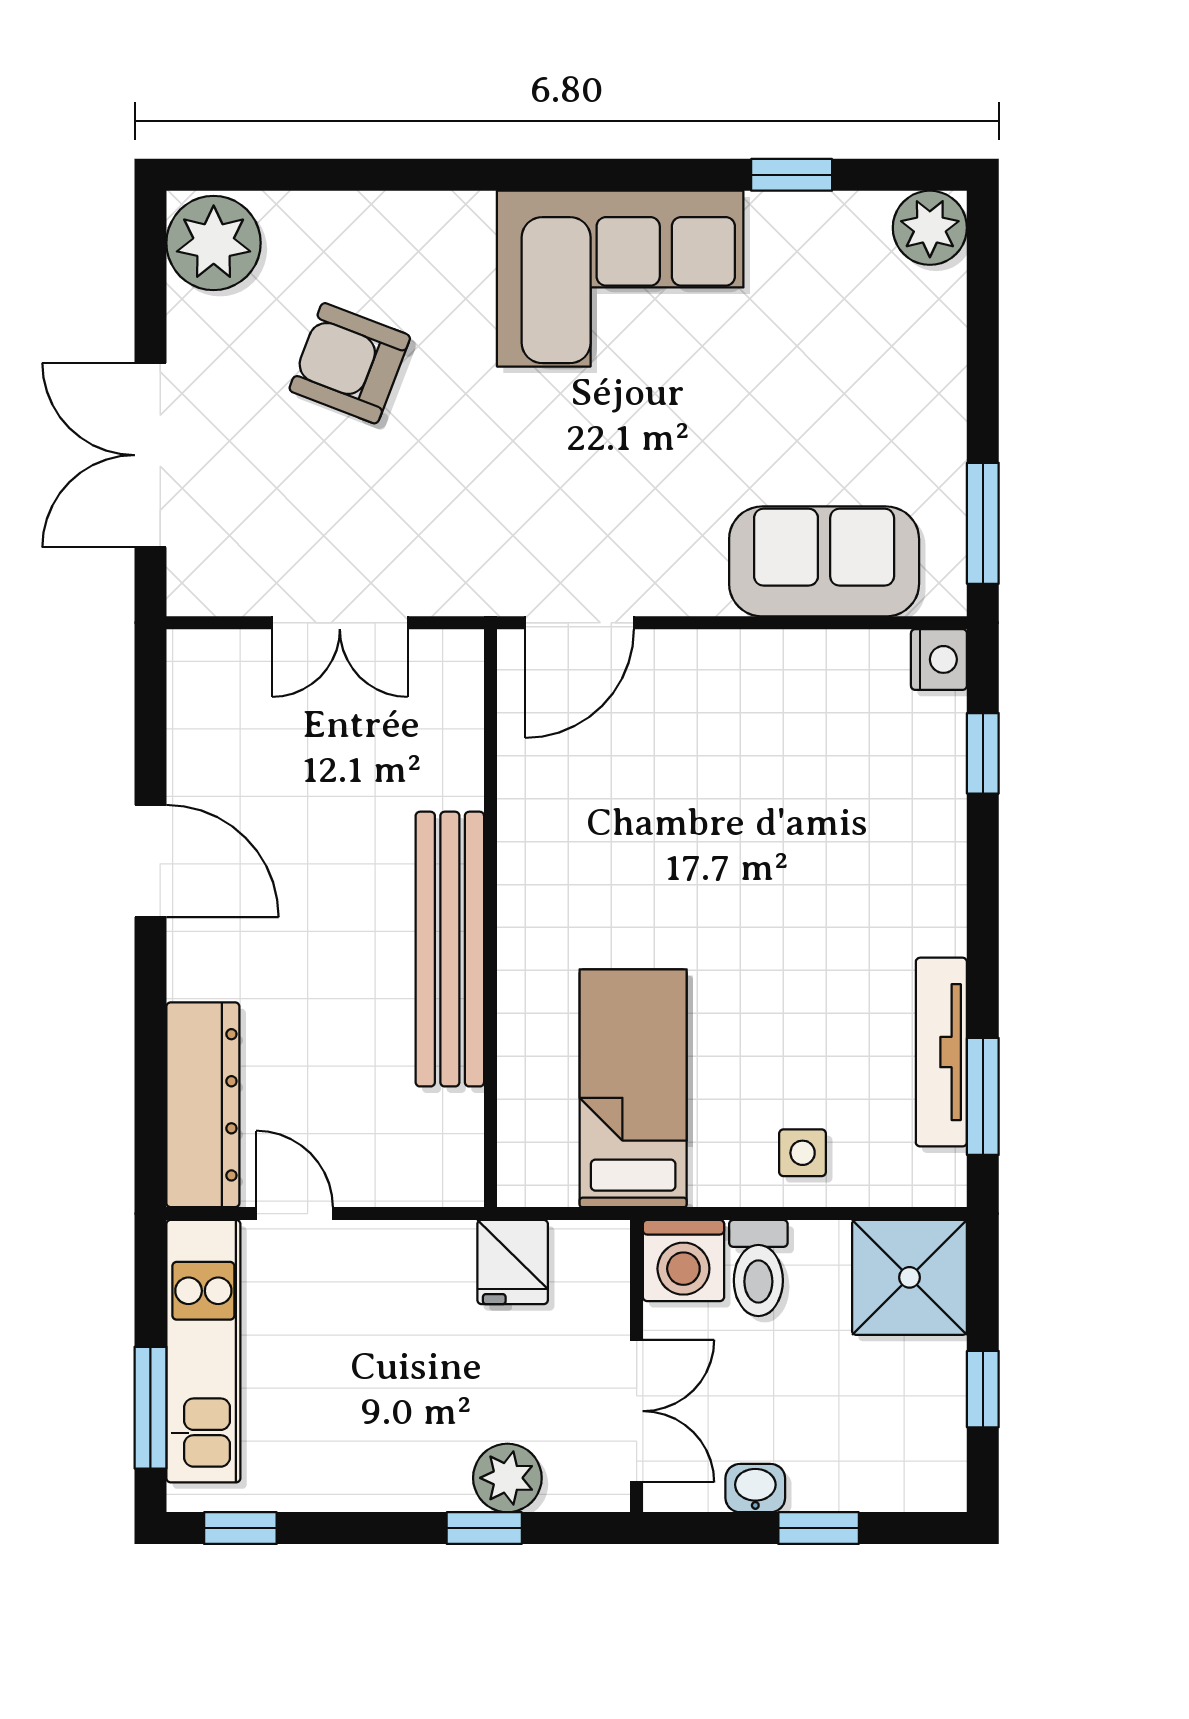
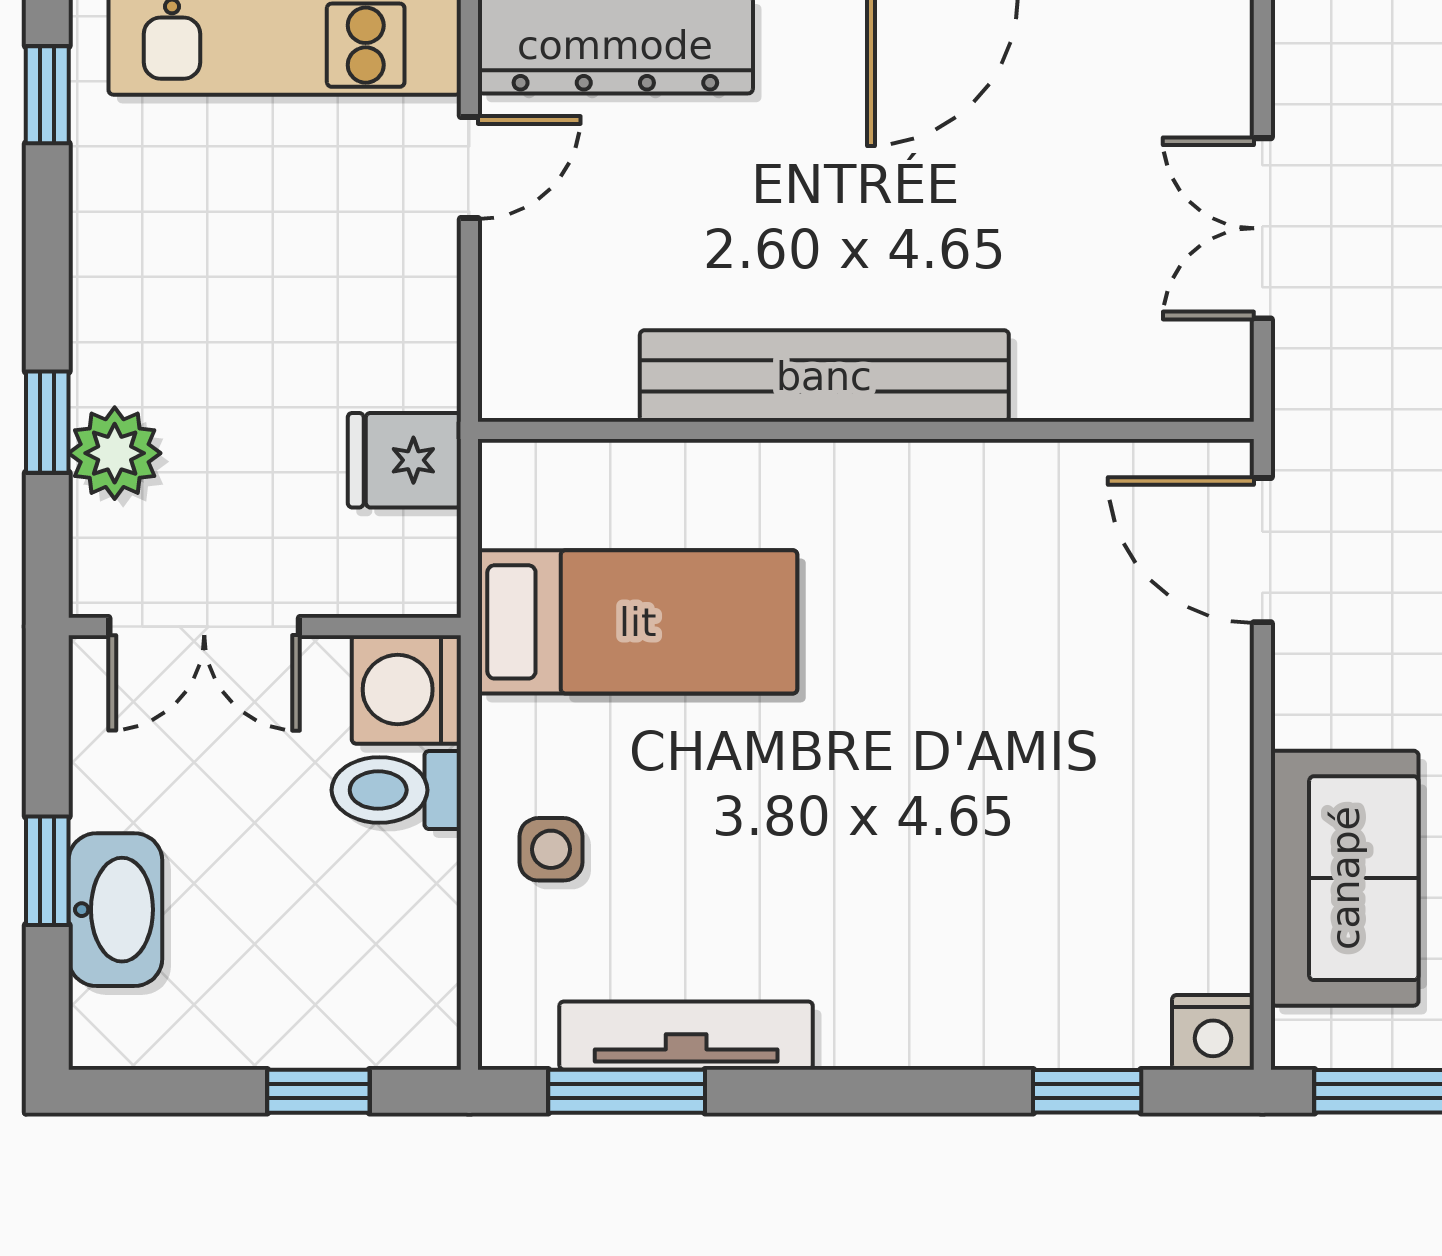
shower: (909, 1277) -> (384, 993), removed
window: (983, 1389) -> (318, 1091), moved
washbasin: (755, 1488) -> (115, 910), moved, width x1.91, depth x1.45

